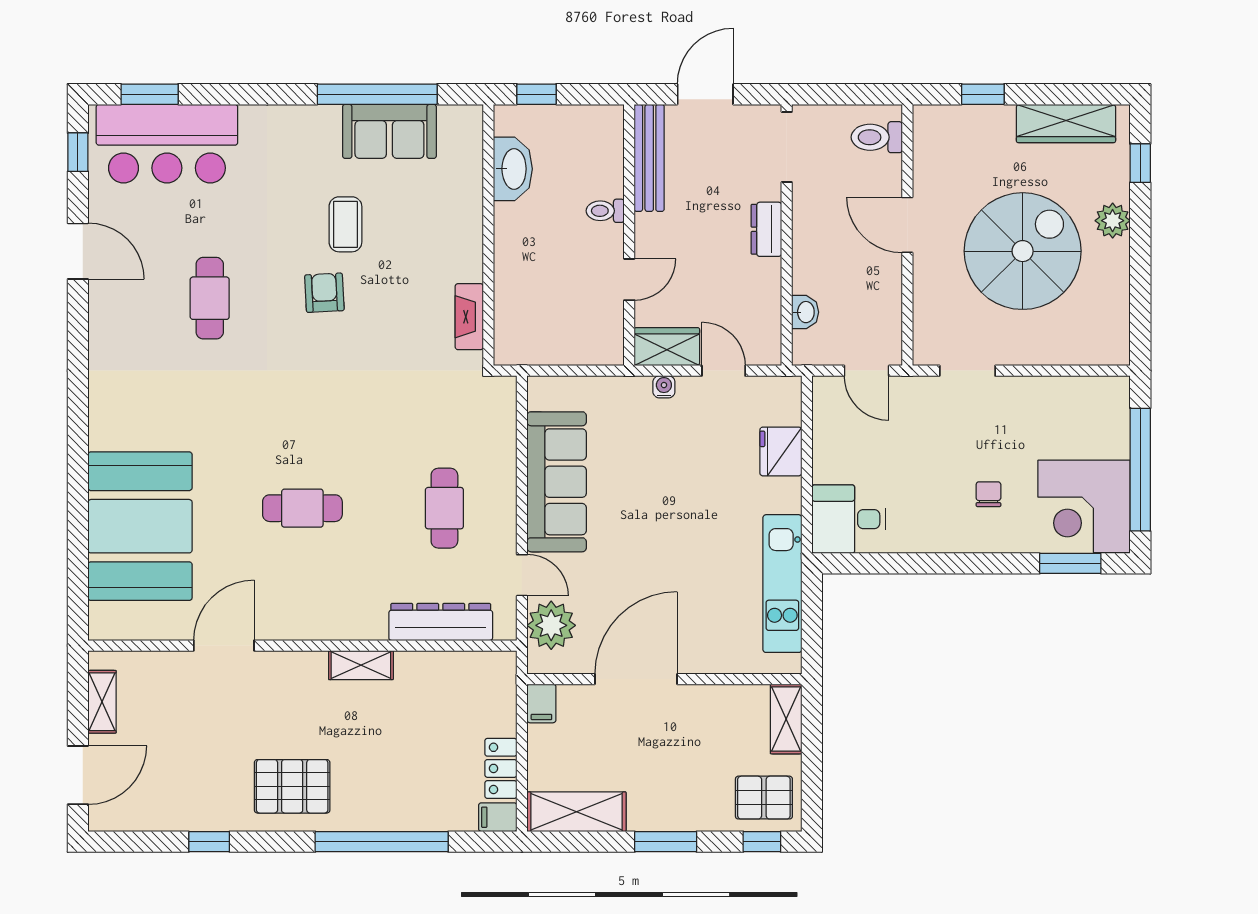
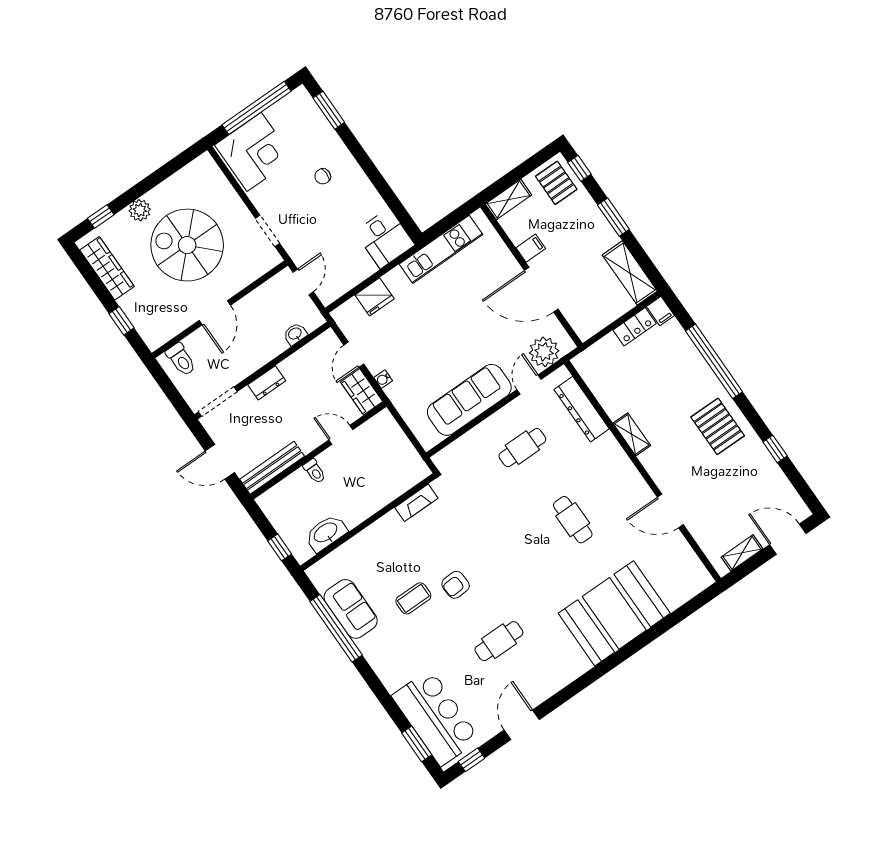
corner desk: (1084, 506) -> (254, 152), moved
booth: (140, 526) -> (614, 613), moved
filing cabinet: (541, 703) -> (531, 248), moved

